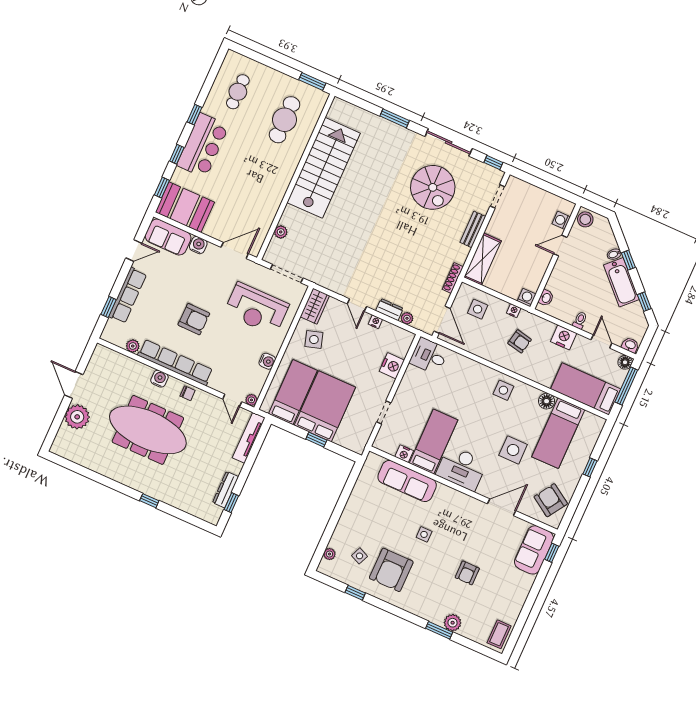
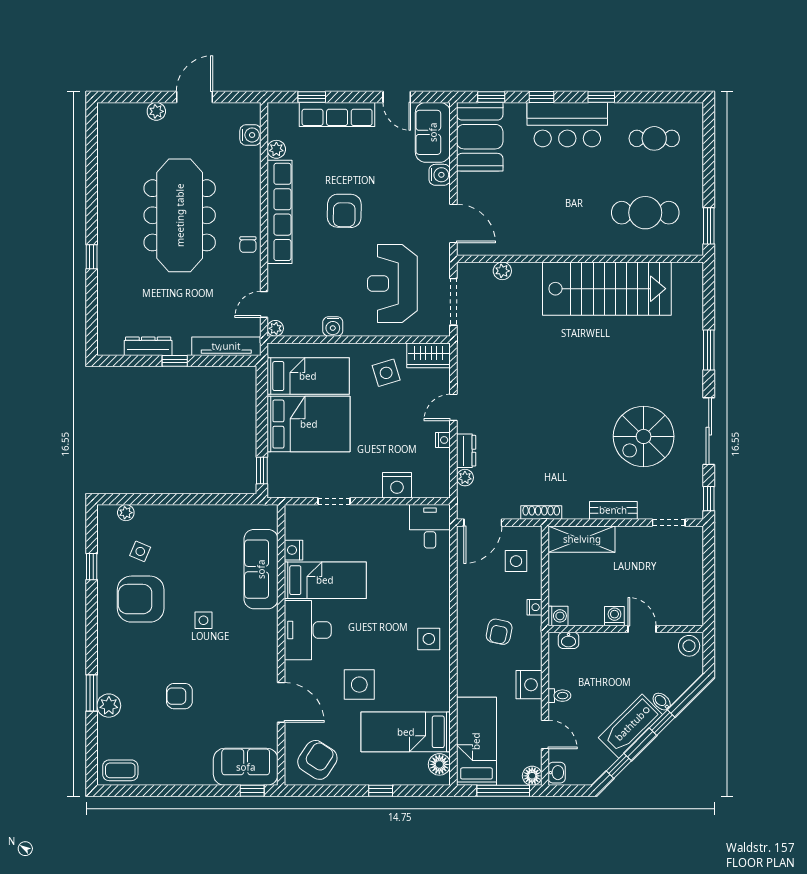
washing machine: (561, 220) -> (614, 616), moved
door: (601, 341) -> (545, 734), hinge flipped
water cooler: (159, 379) -> (250, 135), moved
floor lamp: (547, 401) -> (439, 764), moved
plant: (77, 417) -> (156, 111), width x0.53, depth x0.53
window: (316, 440) -> (262, 470), moved
window: (231, 503) -> (175, 361), moved

